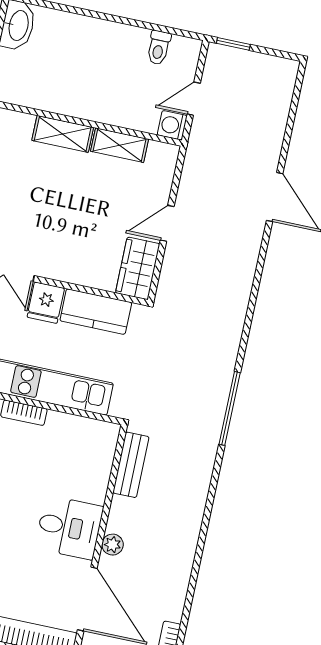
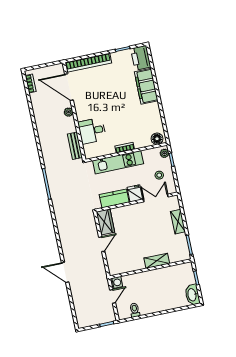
shelving: (120, 145) -> (133, 266), removed
desk: (69, 527) -> (92, 131), moved

